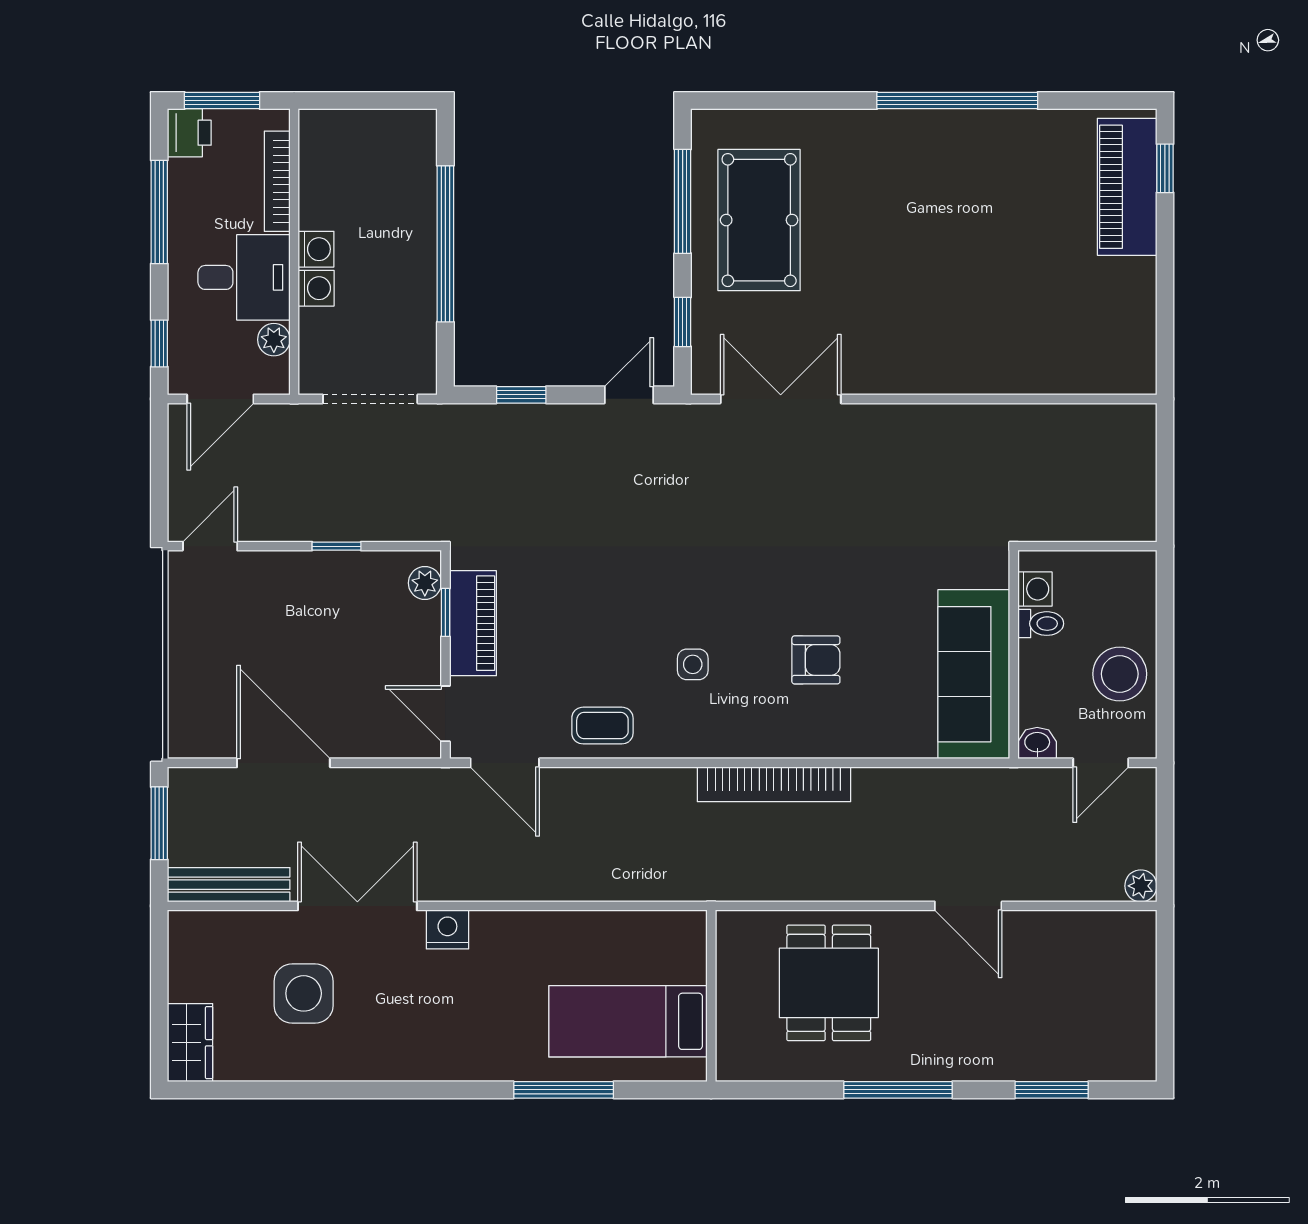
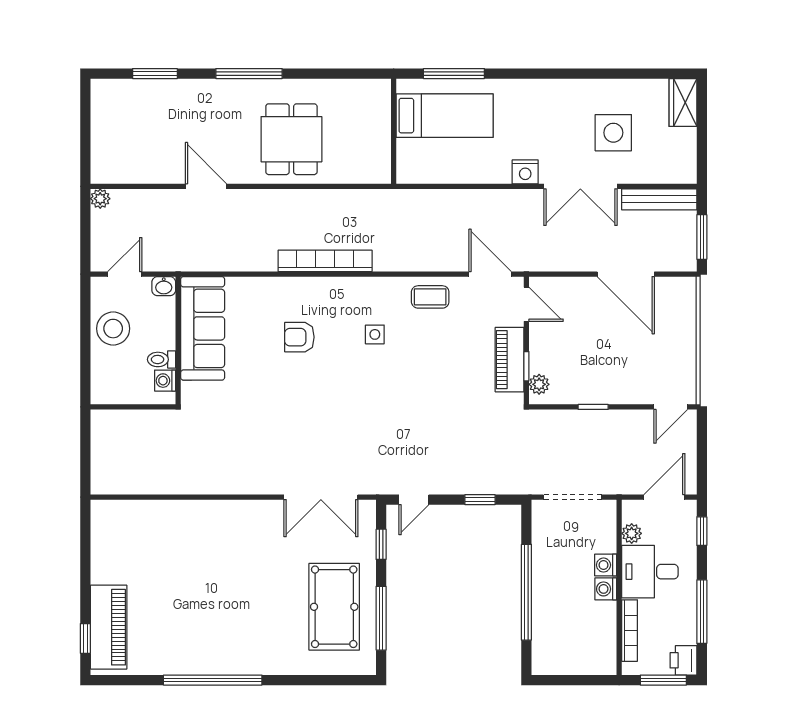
wall: (711, 996) -> (394, 131), moved
bed: (628, 1021) -> (445, 116), moved

